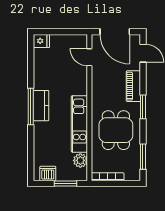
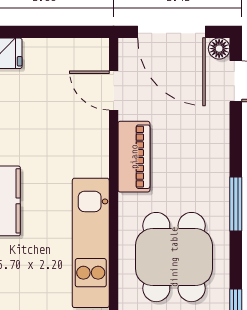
floor lamp: (136, 39) -> (219, 49), added
piano: (133, 86) -> (134, 157), moved, turned 180

